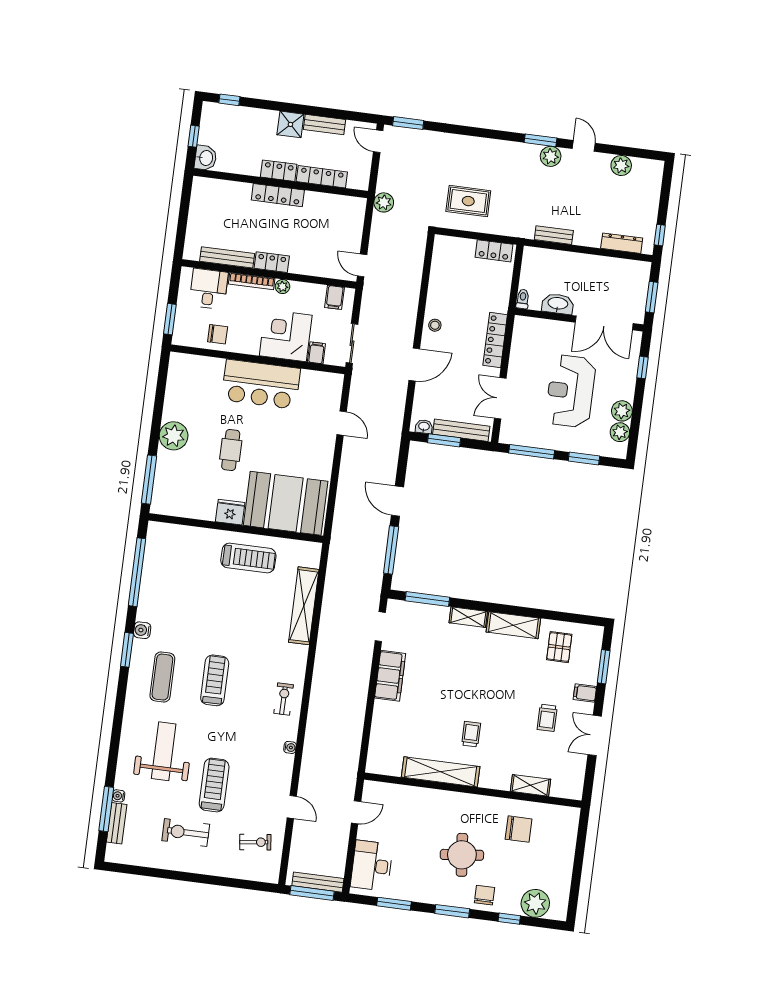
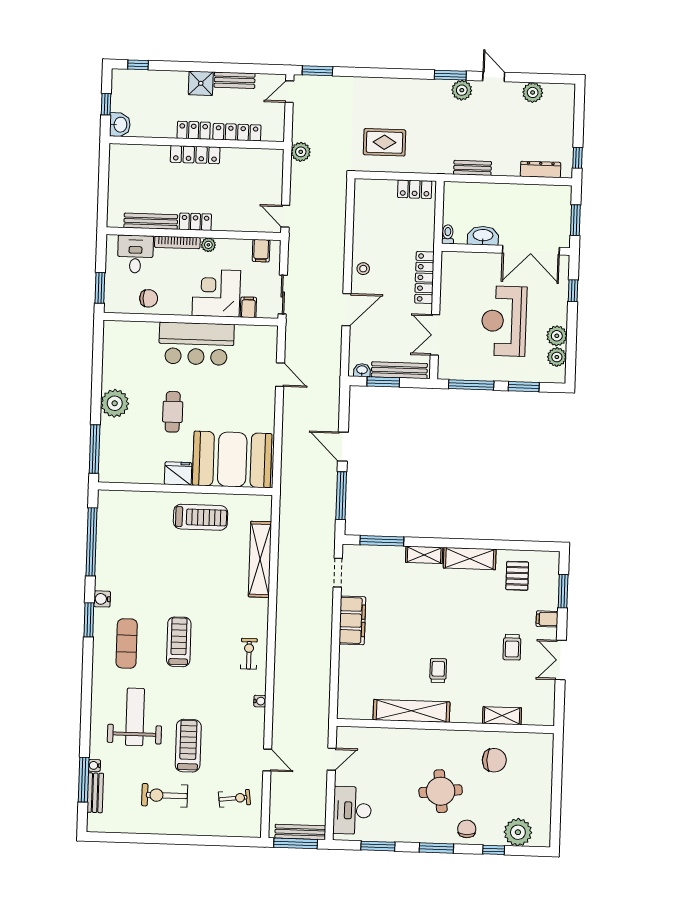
door: (378, 141) -> (289, 92), hinge flipped

